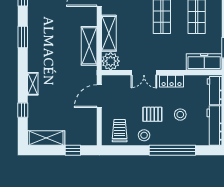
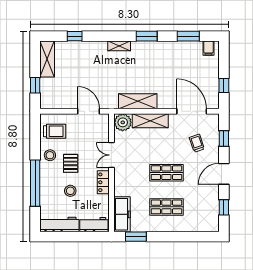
shelving: (33, 84) -> (119, 46), moved

